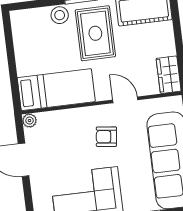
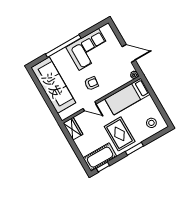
stool: (60, 15) -> (151, 123), moved

